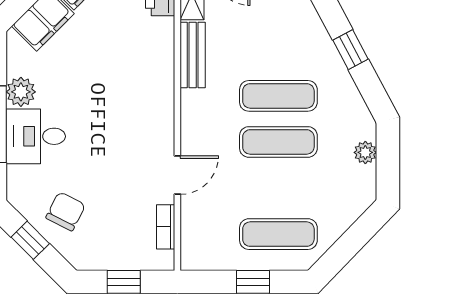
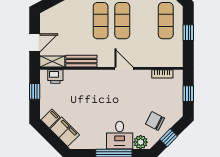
plant: (21, 92) -> (141, 142), moved
door: (177, 175) -> (124, 68), moved

